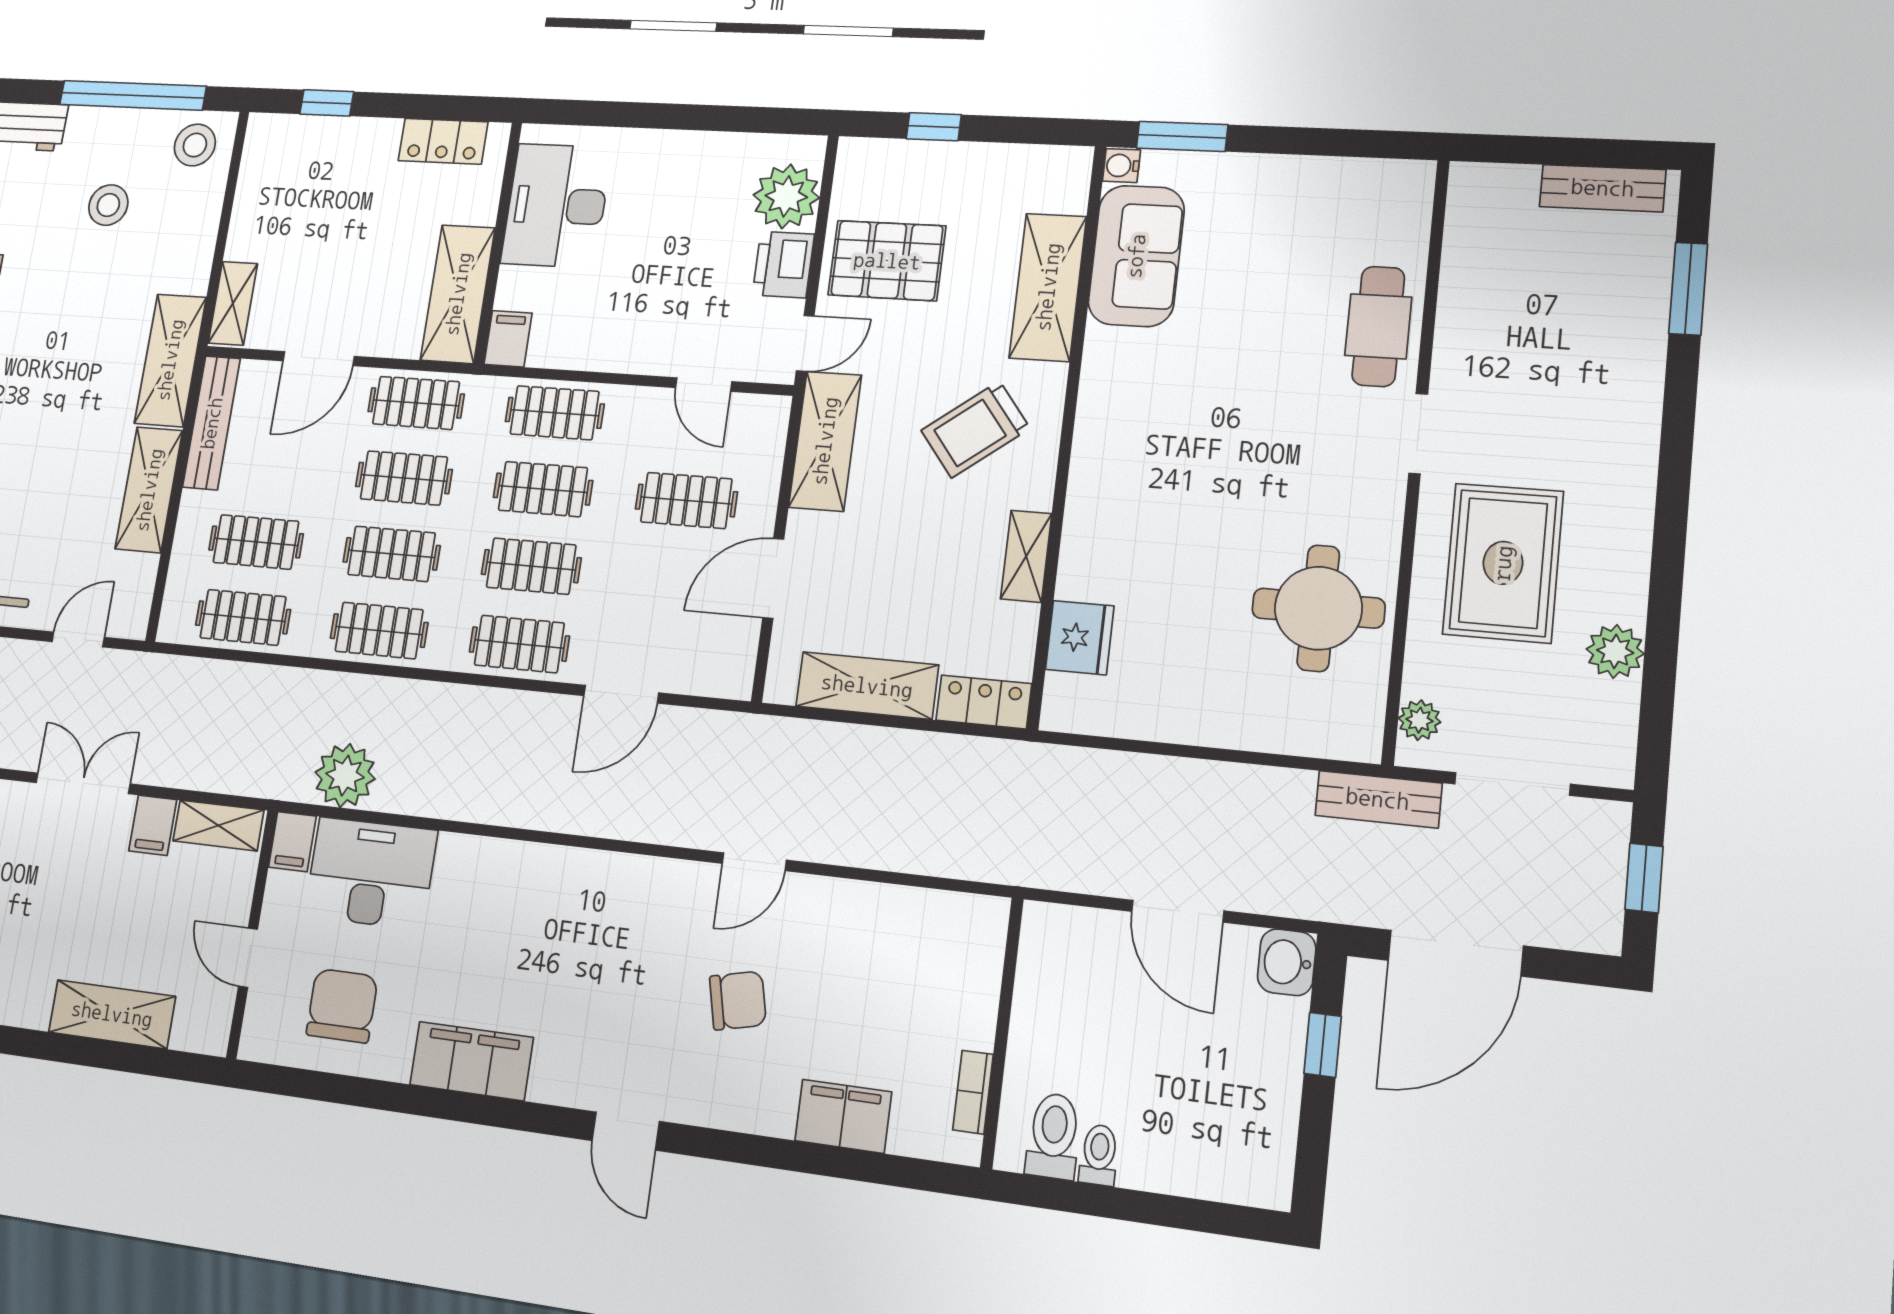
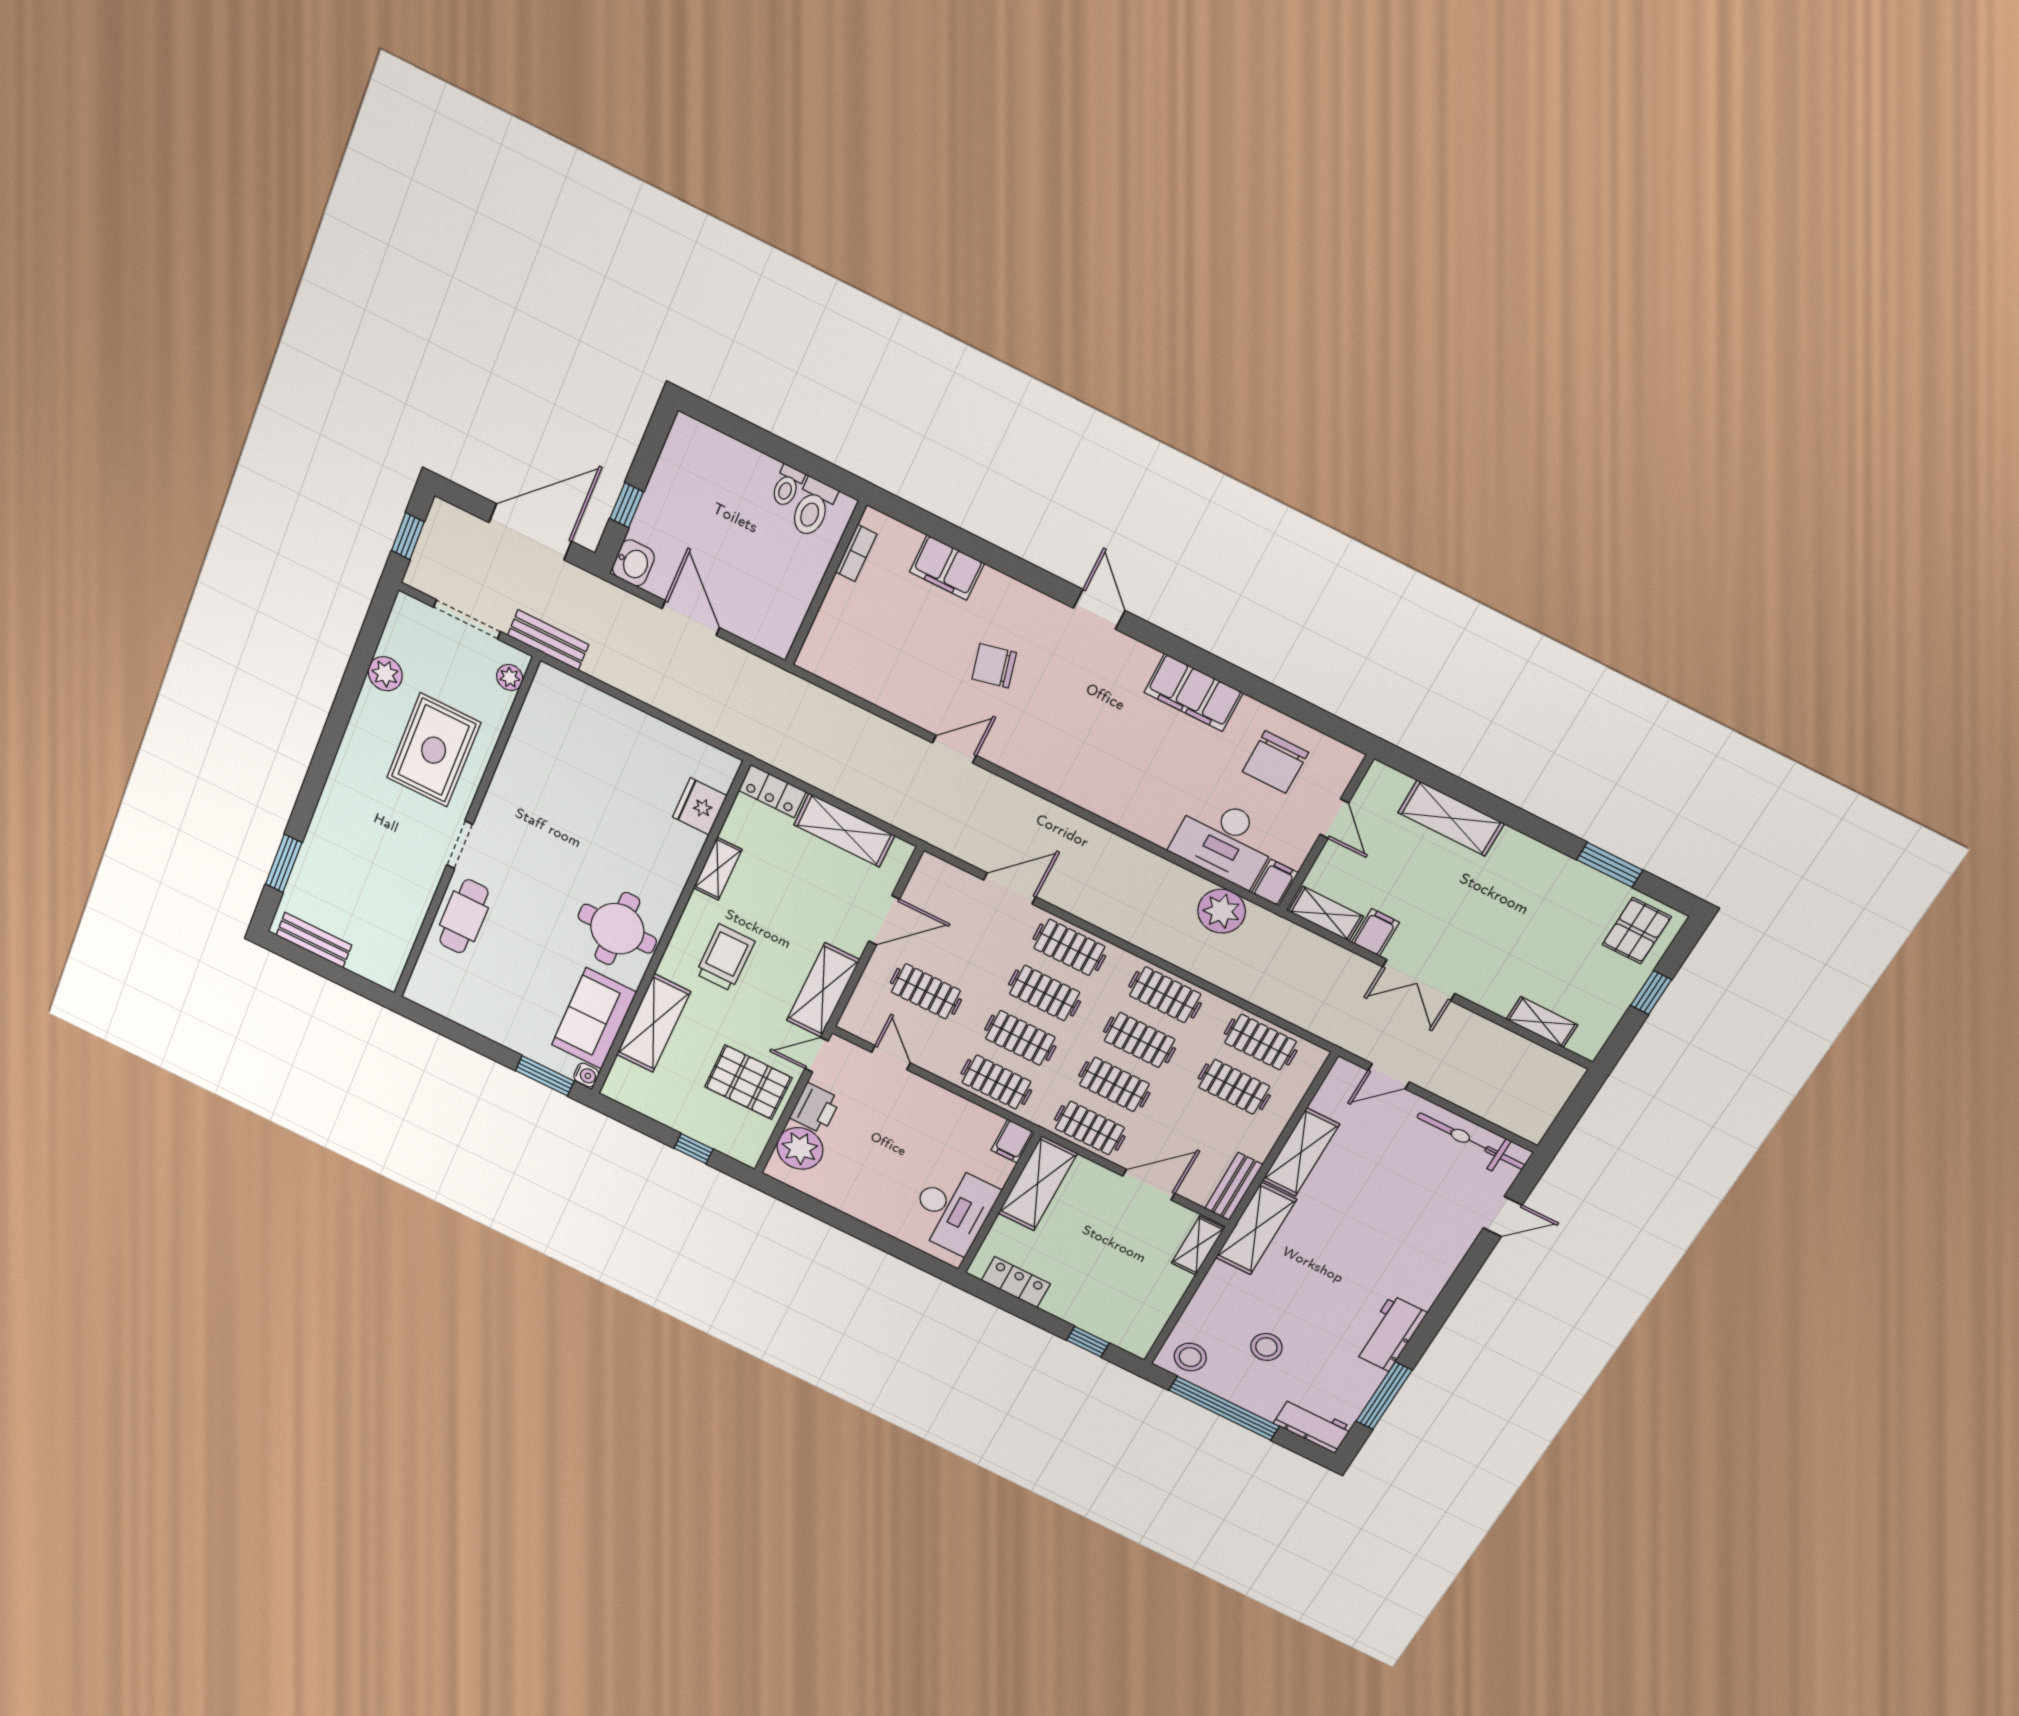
bench: (212, 423) -> (1234, 1186), width x0.73
trolley: (975, 429) -> (725, 958), turned -52
round table: (1318, 608) -> (617, 929), moved

